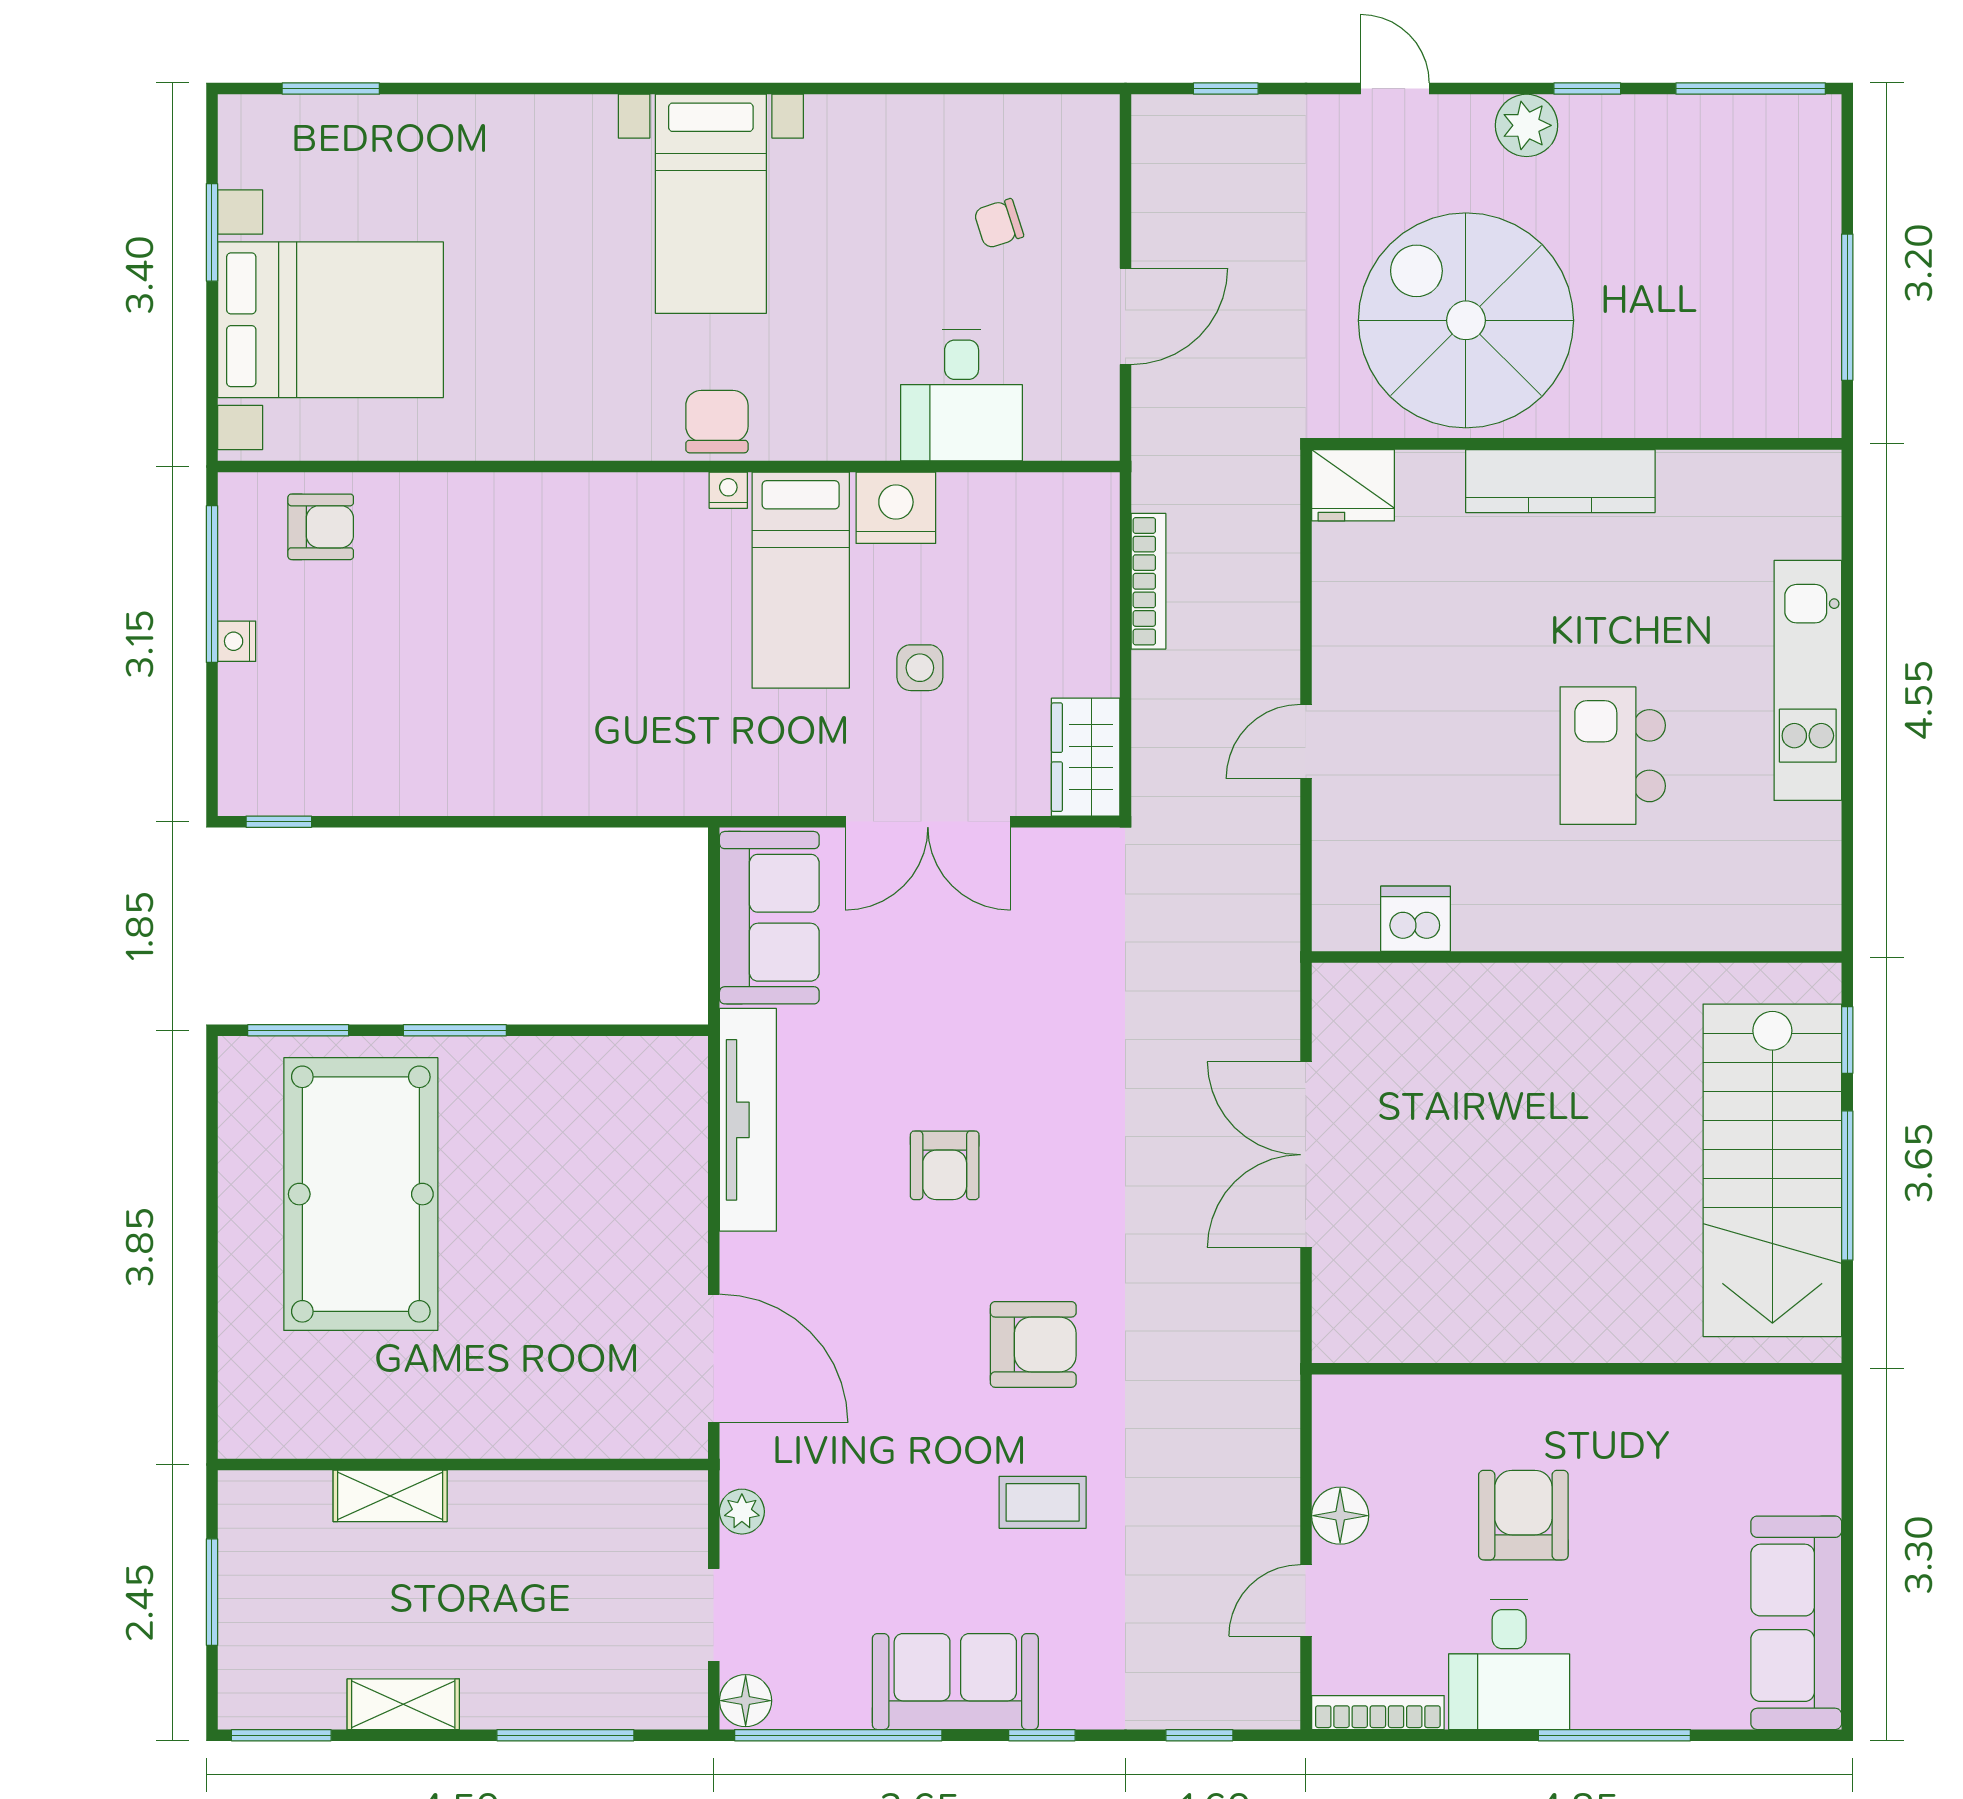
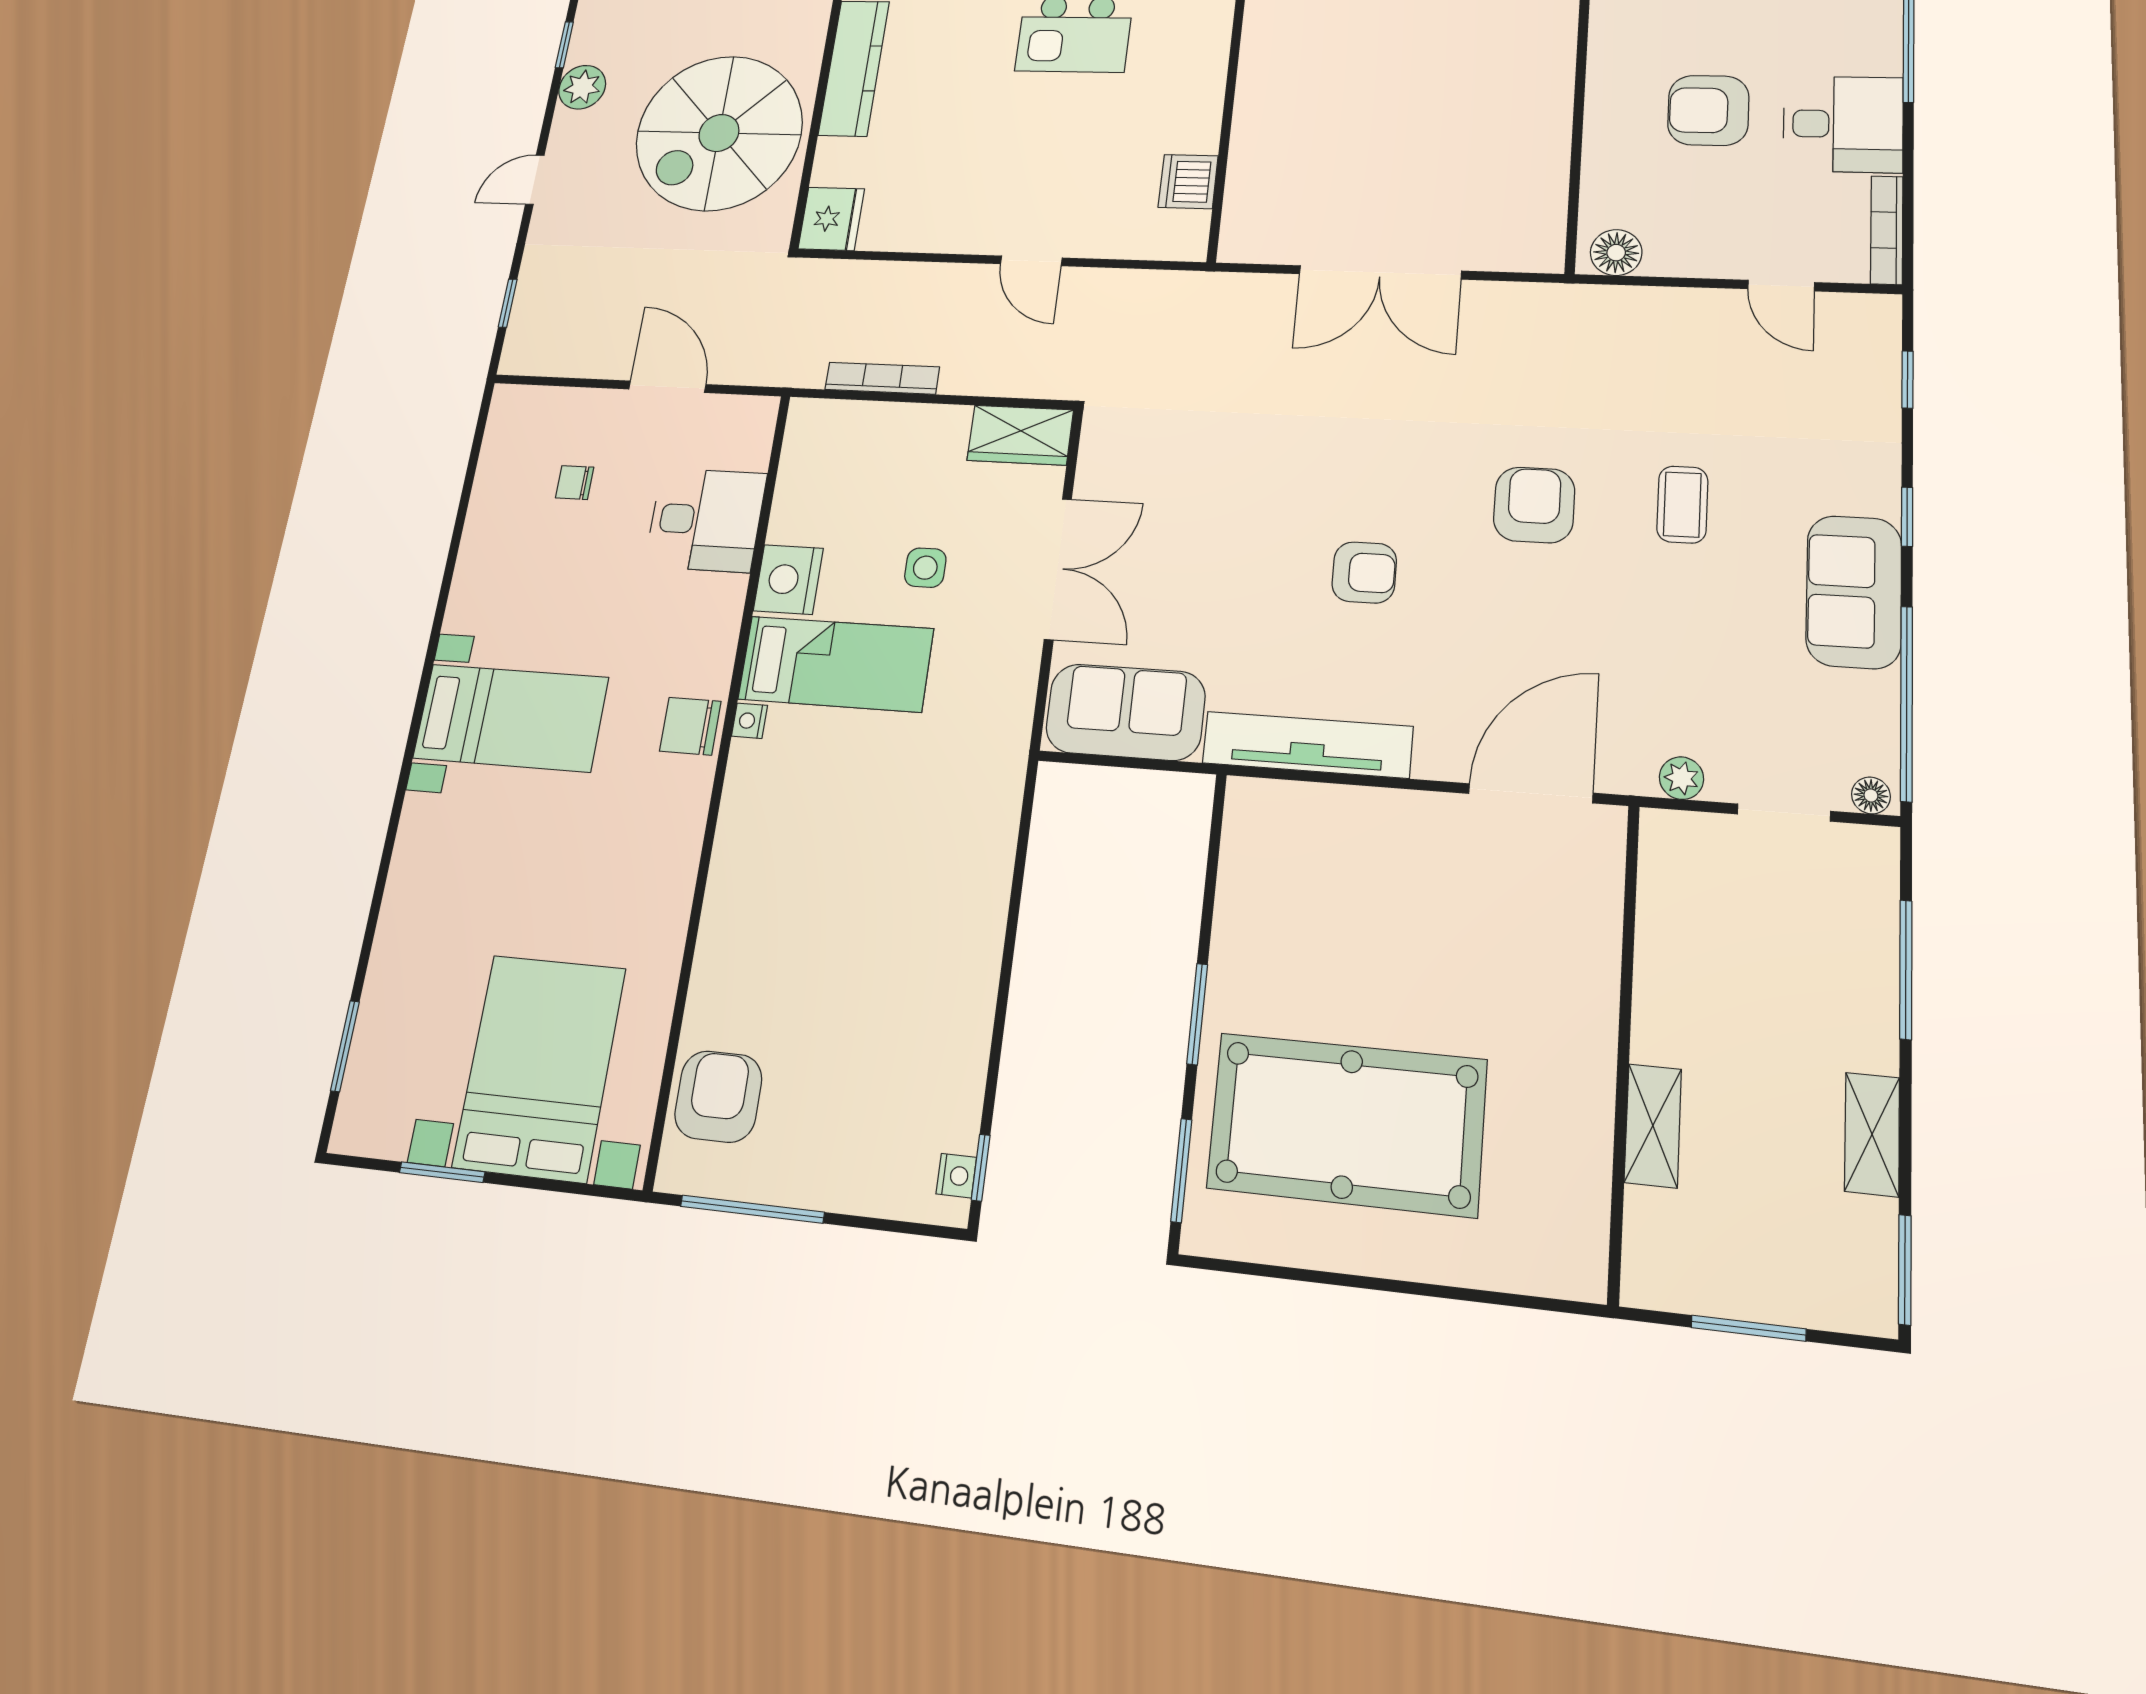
chair: (999, 224) -> (575, 483), turned 108
armchair: (321, 527) -> (718, 1097), width x1.38, depth x1.38
nightstand: (237, 641) -> (956, 1176), moved, turned -90
floor lamp: (1340, 1516) -> (1616, 253), moved
floor lamp: (746, 1701) -> (1871, 795), width x0.73, depth x0.73

